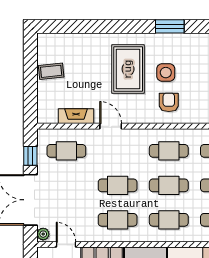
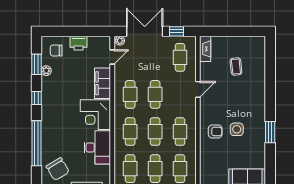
rug: (128, 69) -> (239, 102), removed
coffee table: (51, 71) -> (236, 67), moved
fireplace: (76, 116) -> (205, 49), moved

